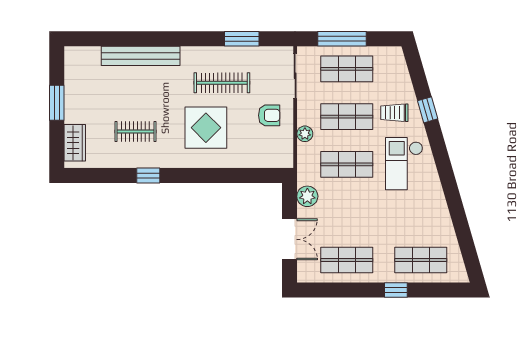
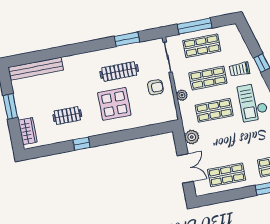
bench: (141, 56) -> (36, 69), moved

